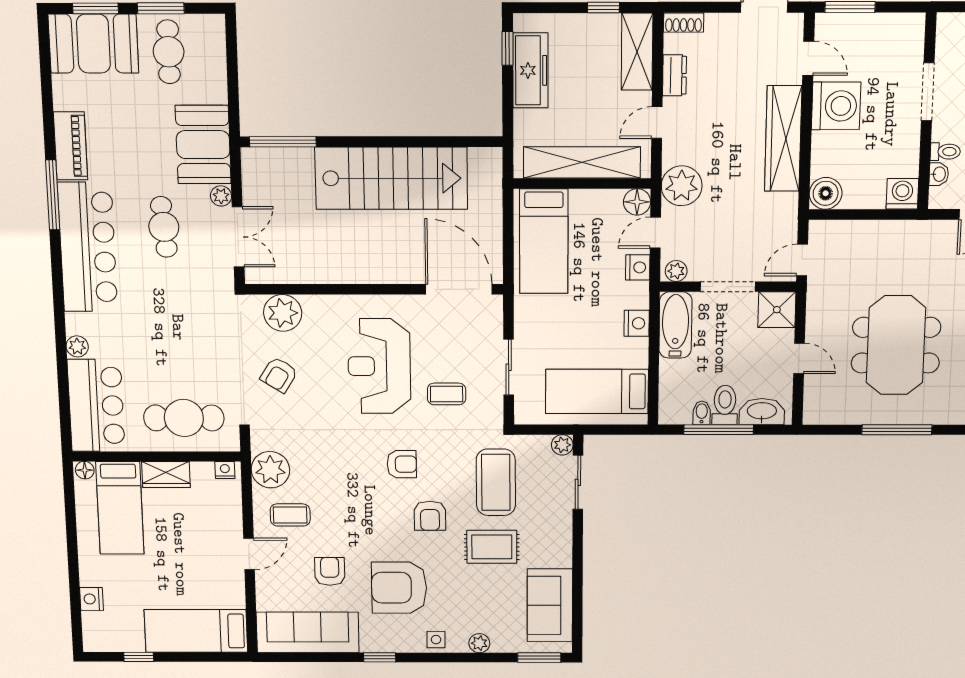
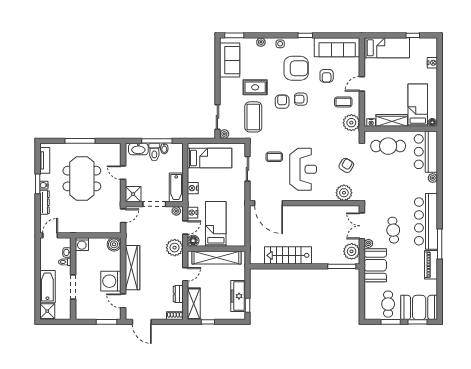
plant: (261, 177) -> (352, 251), added
stairs: (391, 178) -> (288, 255), width x0.73, depth x0.66
bed: (544, 241) -> (216, 224), moved
armchair: (402, 464) -> (301, 99), moved
wardrobe: (166, 475) -> (392, 120), width x1.50

